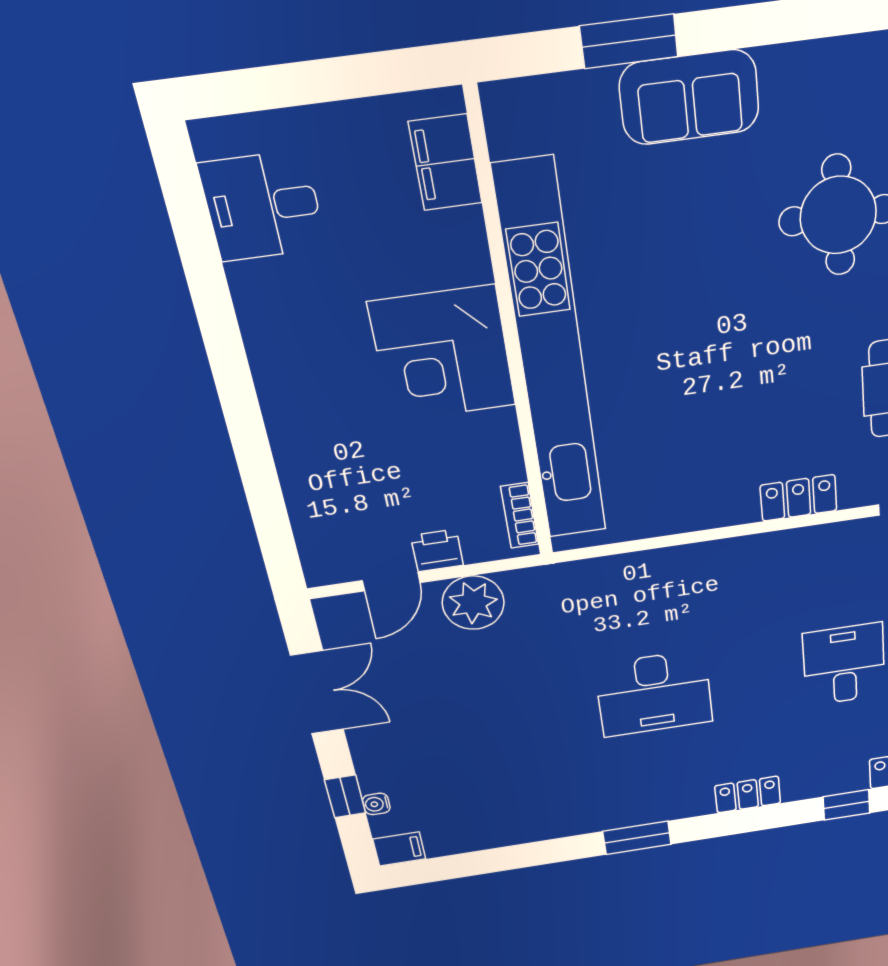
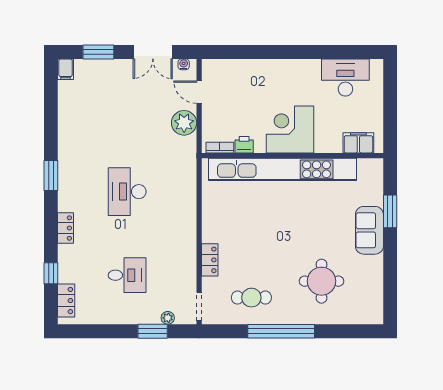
desk: (263, 206) -> (345, 77), width x1.37
printer: (437, 550) -> (244, 145), moved, turned -90
window: (345, 796) -> (98, 52), width x1.50
water cooler: (376, 804) -> (184, 64), moved

